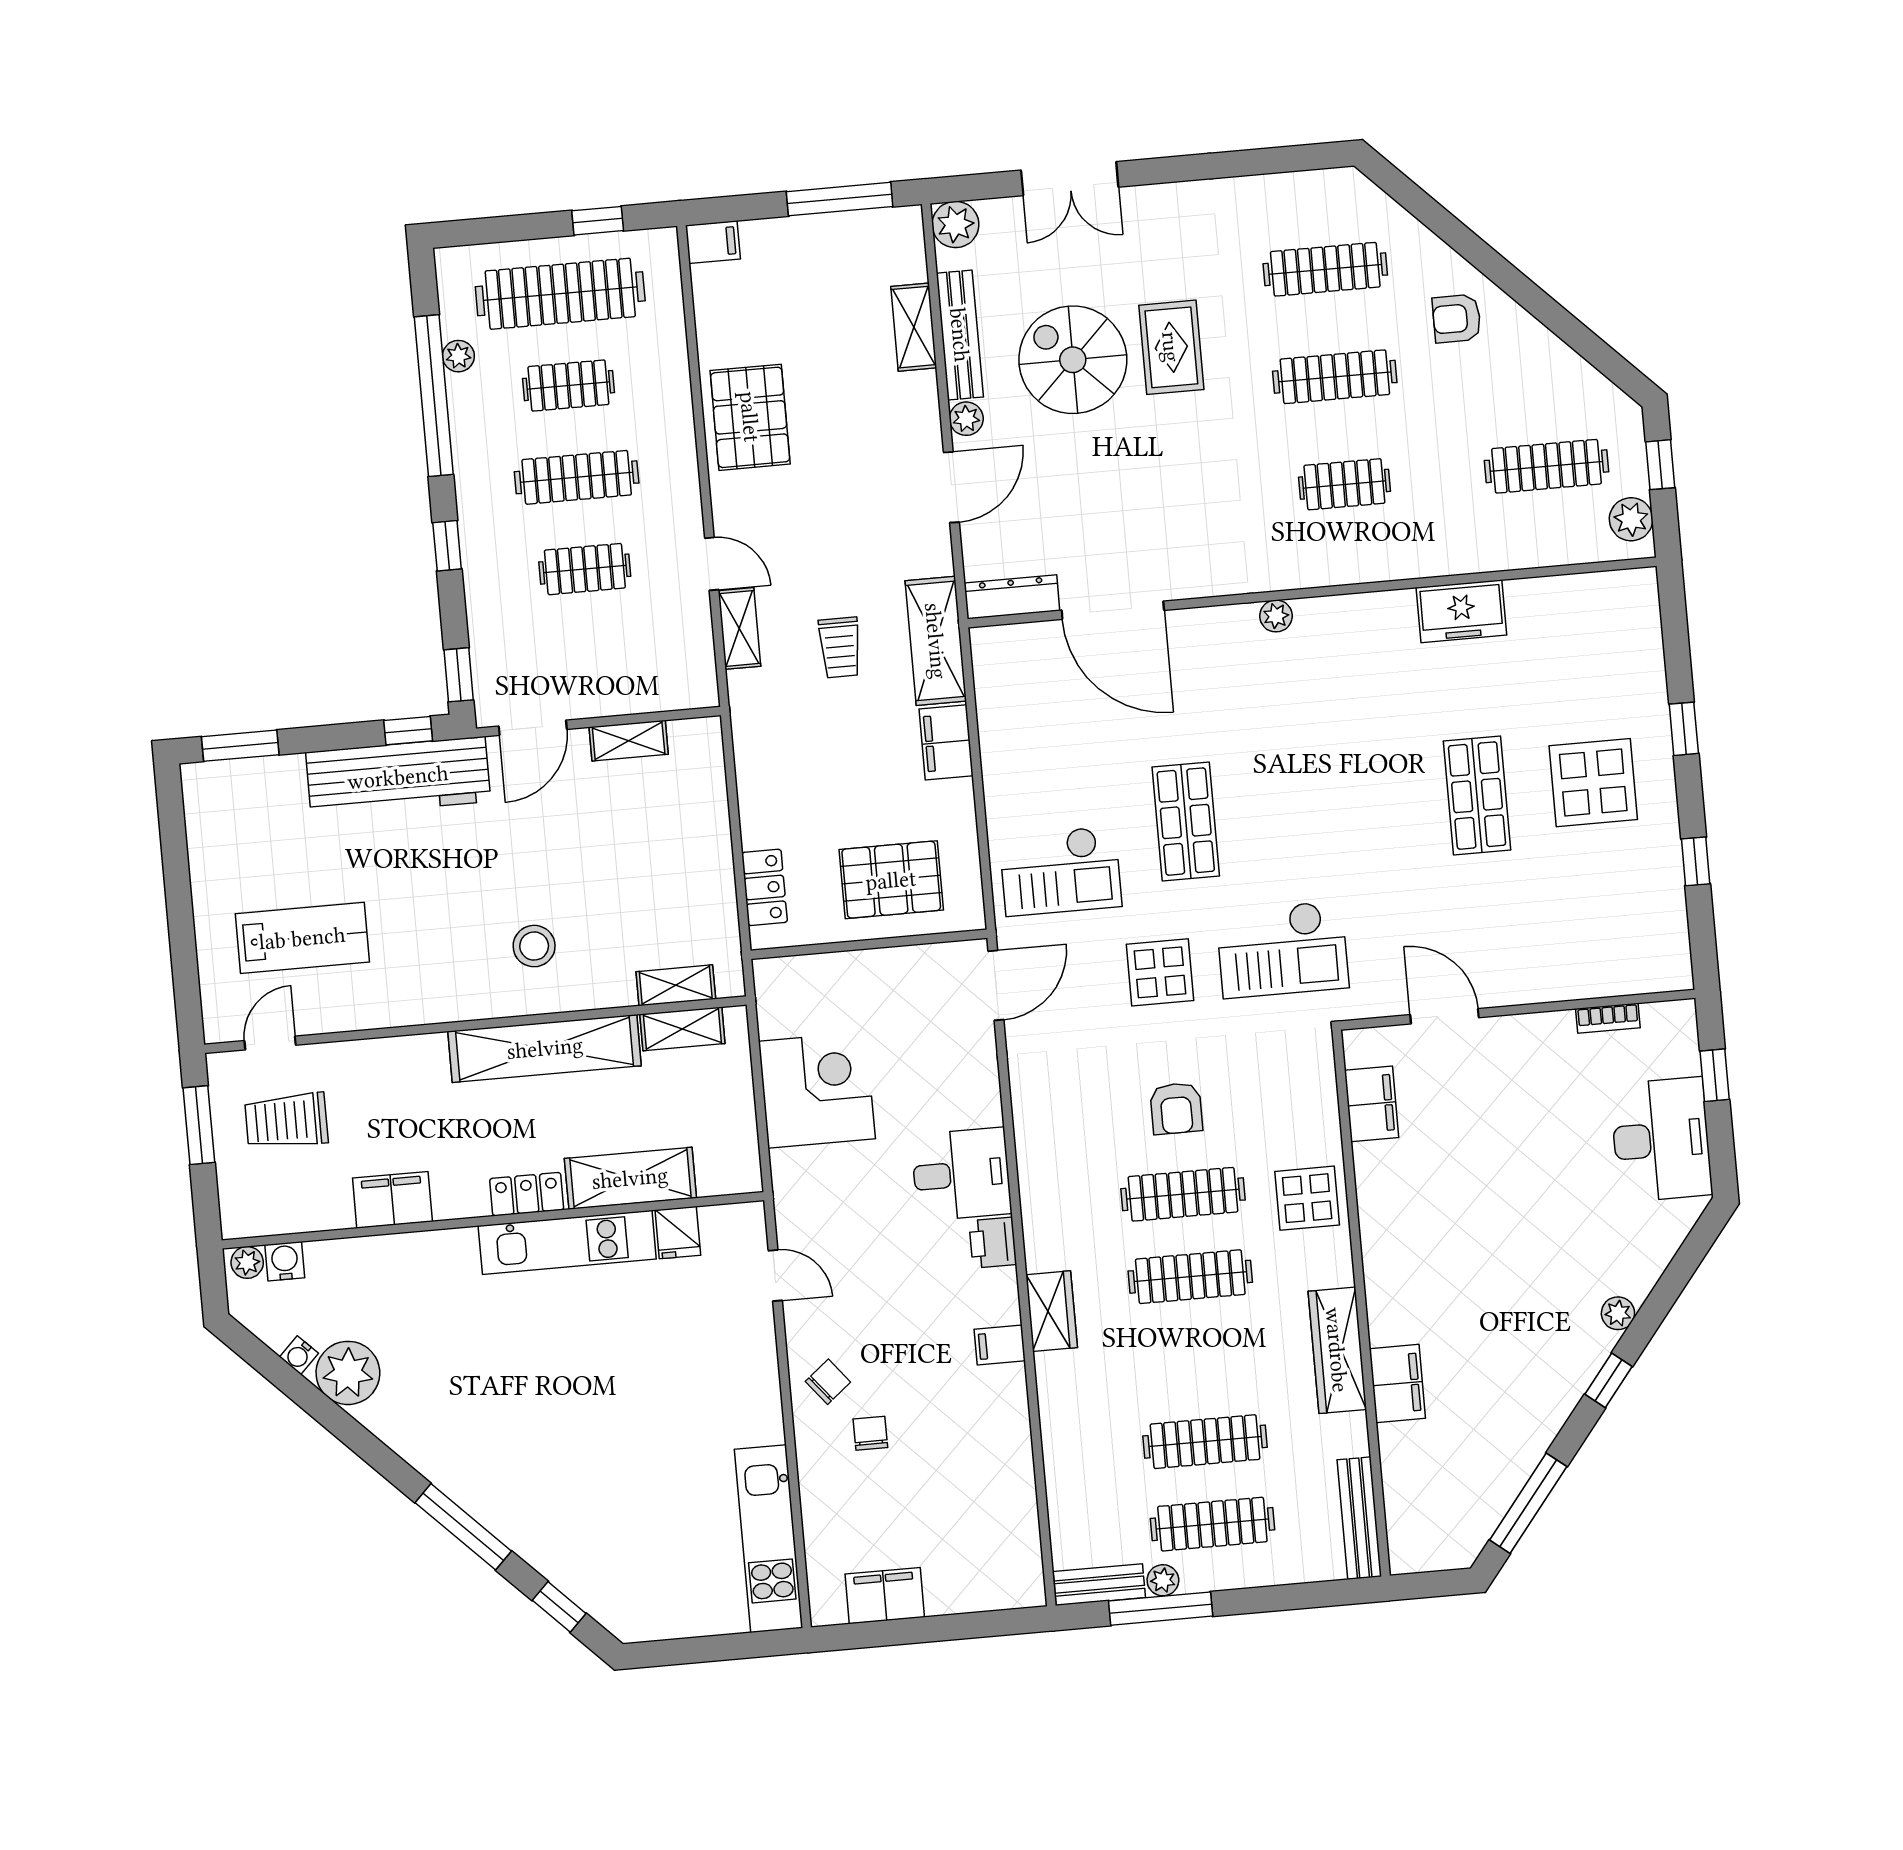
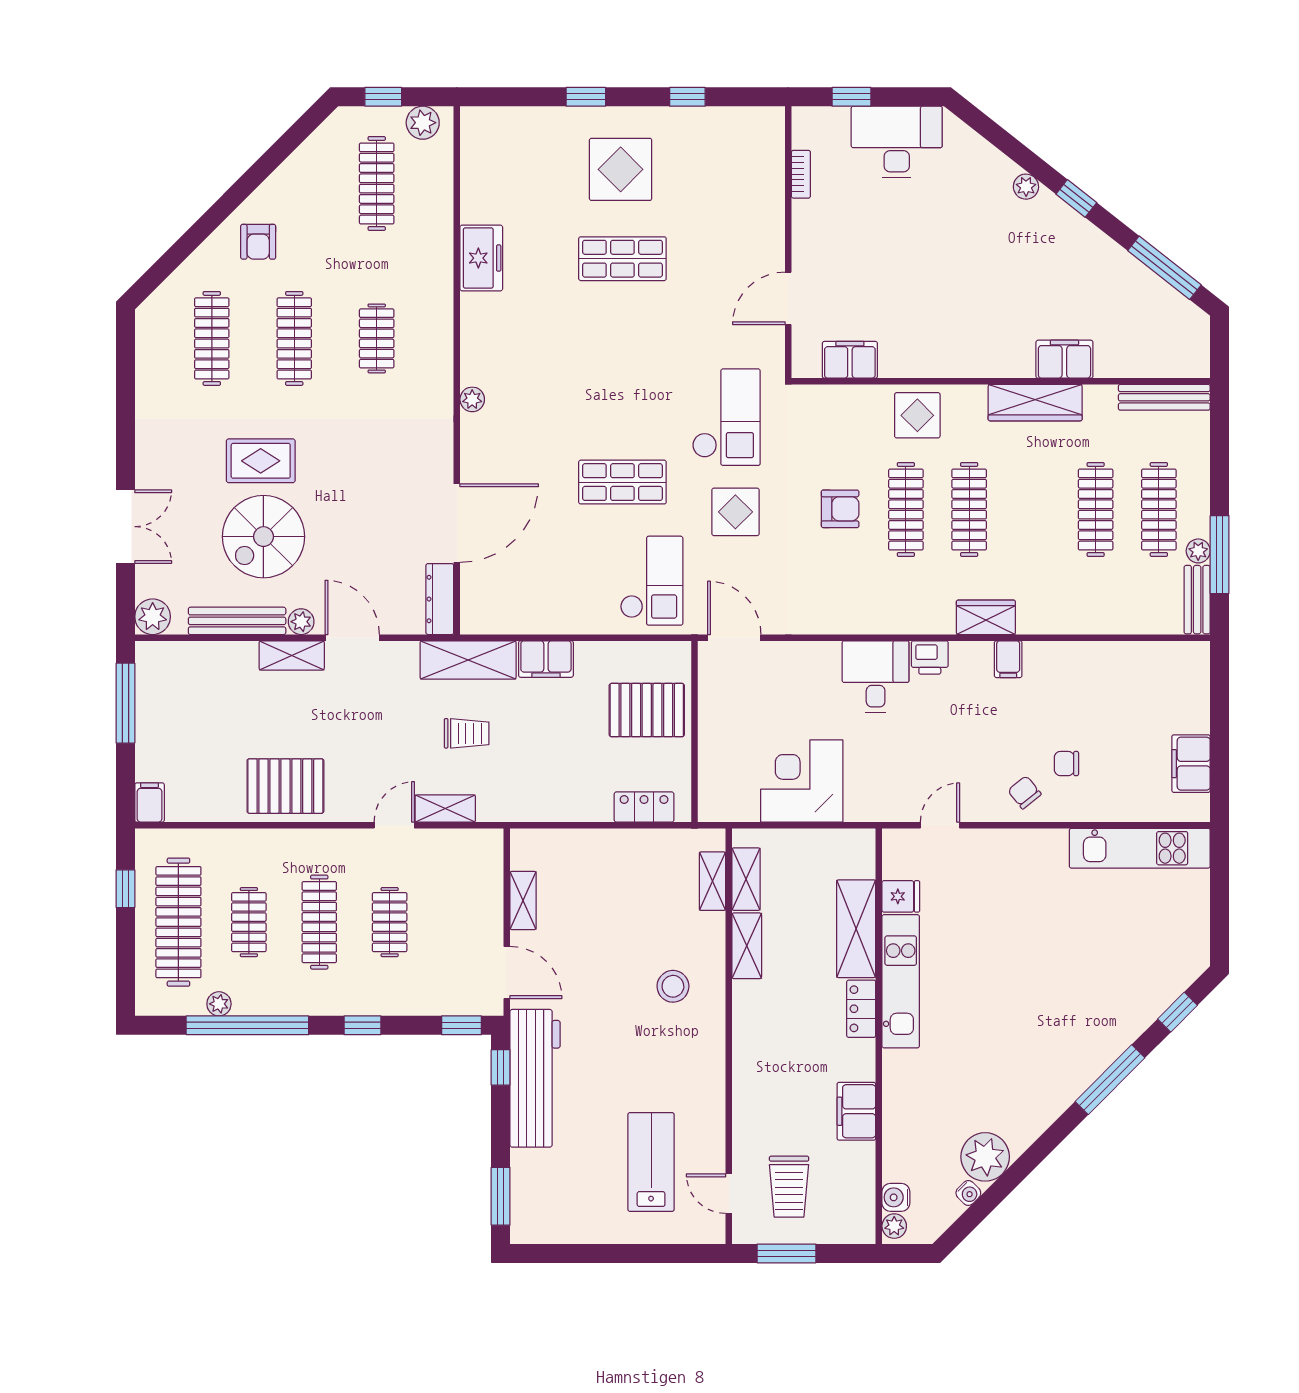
shelving: (914, 327) -> (292, 655), moved
pallet: (891, 880) -> (647, 710), turned 90
shelving: (545, 1048) -> (747, 946), width x0.45, depth x0.75

